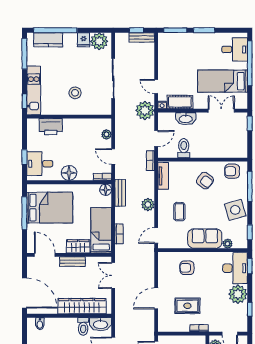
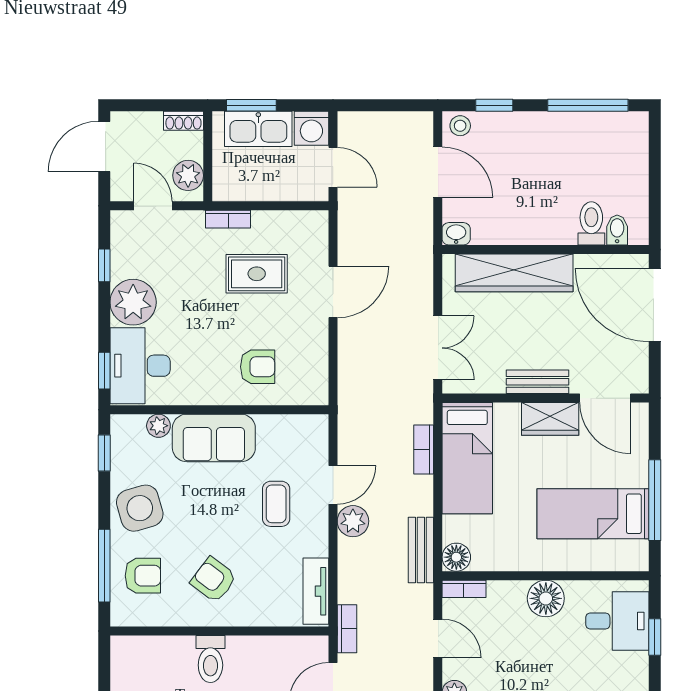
toilet: (184, 148) -> (210, 659), moved
armchair: (232, 171) -> (143, 576), moved
bed: (50, 208) -> (593, 514), width x0.67
door: (156, 236) -> (333, 485), moved
wardrobe: (78, 246) -> (550, 419), moved
washbasin: (100, 324) -> (456, 234), width x0.52, depth x0.69
toilet: (83, 326) -> (591, 223), moved

